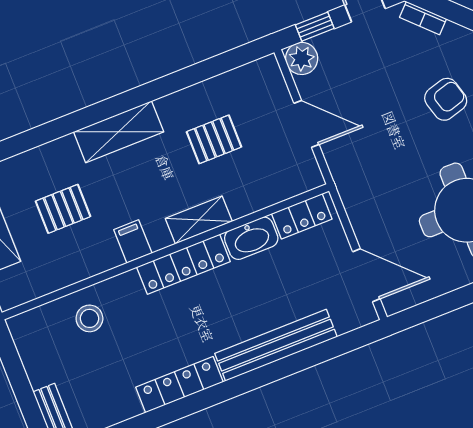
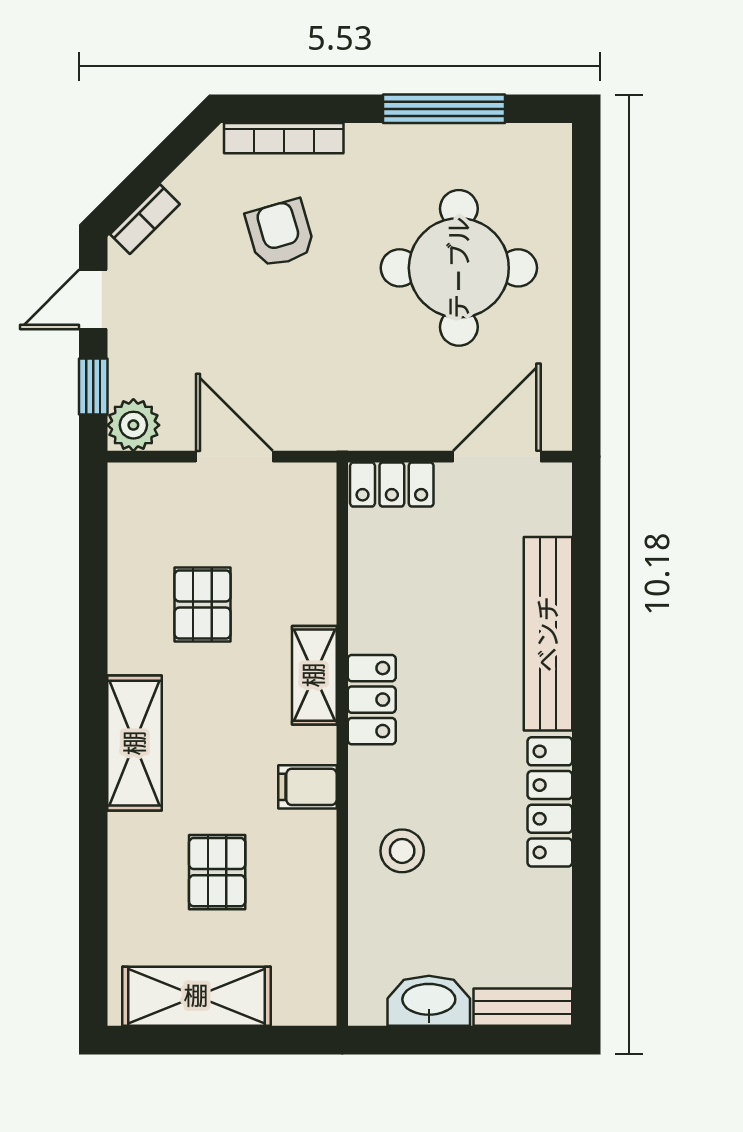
door: (306, 124) -> (234, 457), hinge flipped
locker: (302, 216) -> (392, 485), moved, turned 90
washbasin: (251, 238) -> (429, 1001), moved, turned -90
locker: (183, 264) -> (372, 700), width x0.66
stool: (89, 318) -> (402, 851), moved

